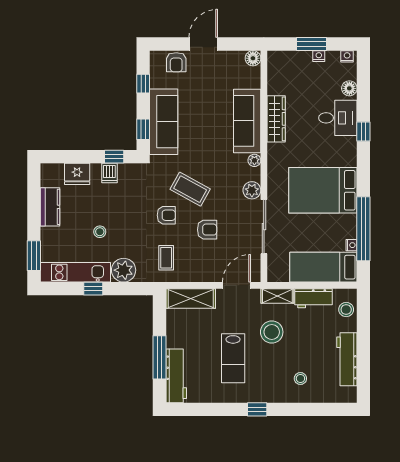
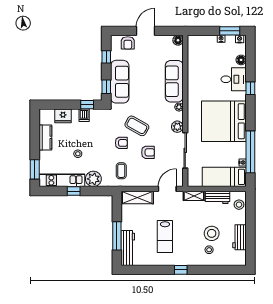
window: (312, 44) -> (230, 31), moved
wardrobe: (276, 119) -> (193, 80), removed
bed: (323, 190) -> (224, 121), width x1.36
stool: (272, 332) -> (212, 233), moved
workbench: (347, 359) -> (239, 237), width x0.73

